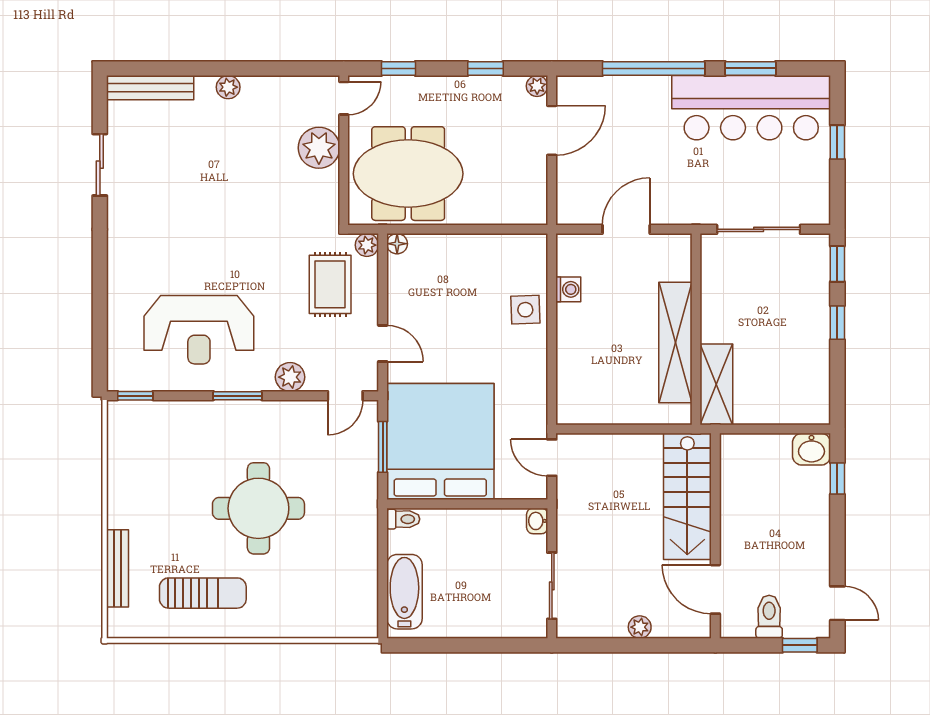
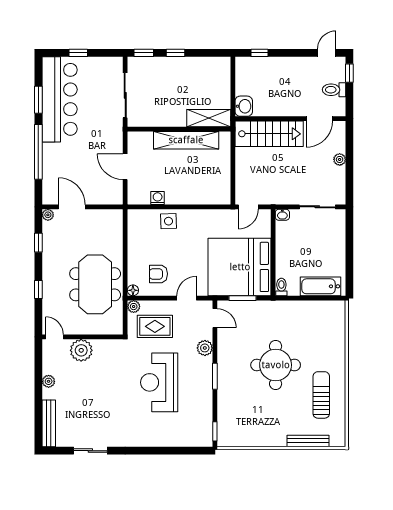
door: (344, 98) -> (54, 337), moved
plant: (319, 148) -> (81, 350), moved
wall: (344, 150) -> (83, 337), moved
armchair: (427, 291) -> (158, 274), added
reception desk: (199, 330) -> (159, 382), moved, turned 180
washbasin: (811, 449) -> (244, 106), moved

